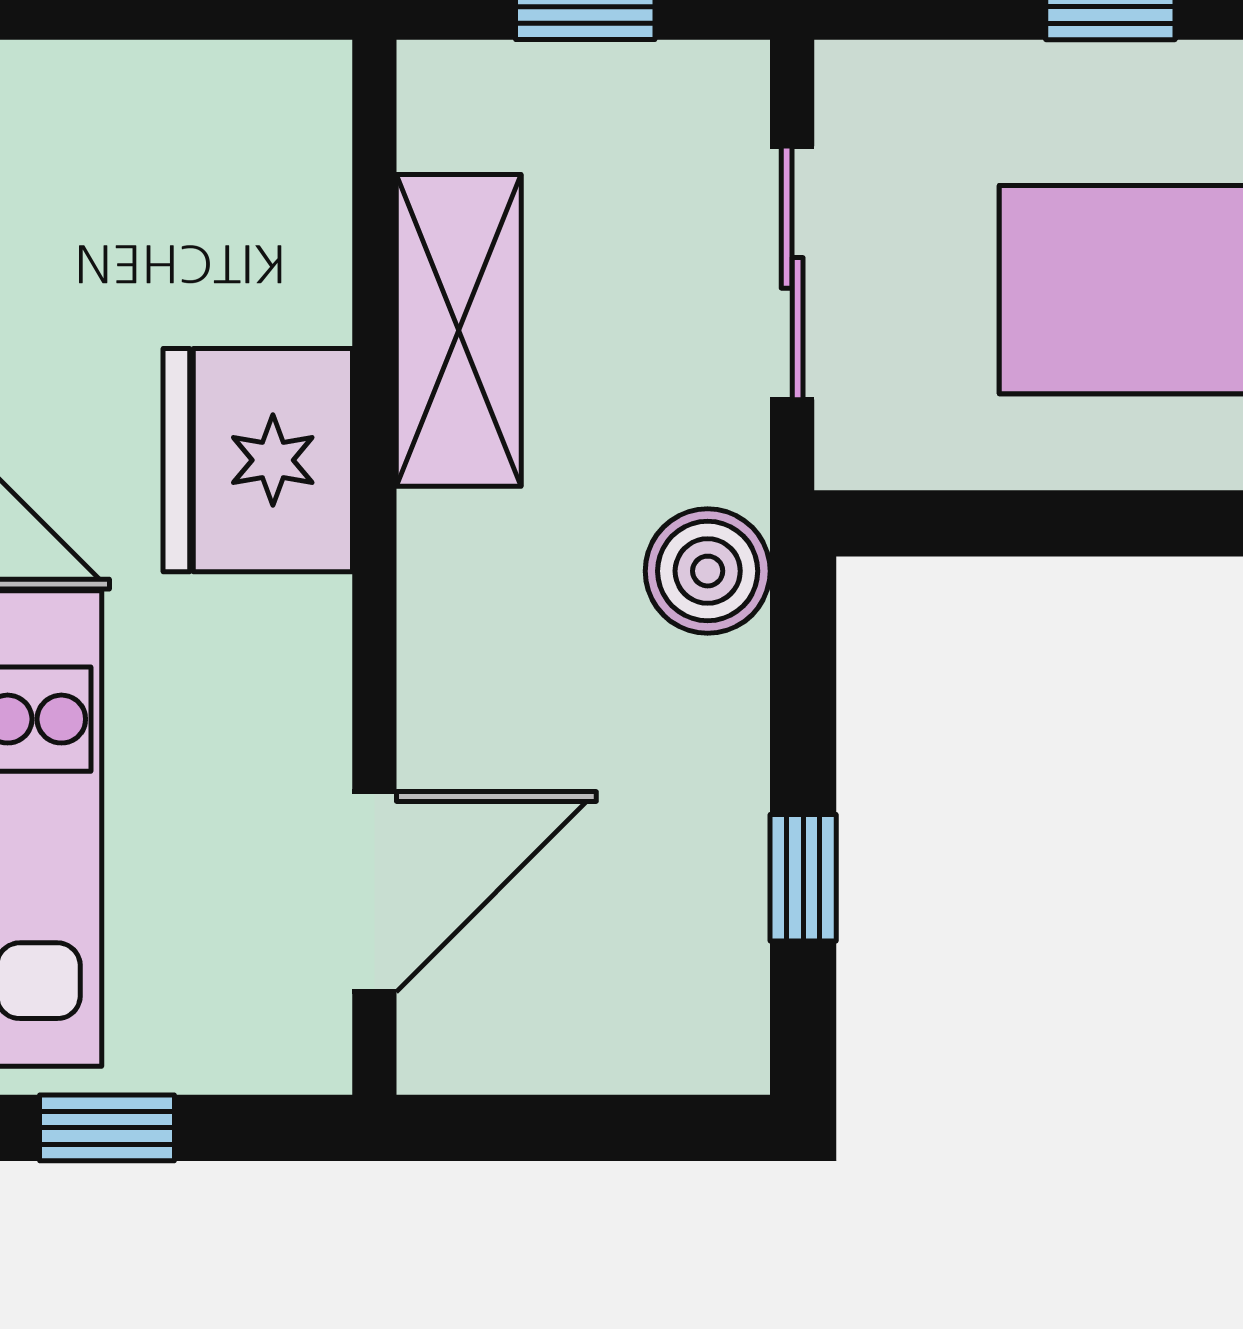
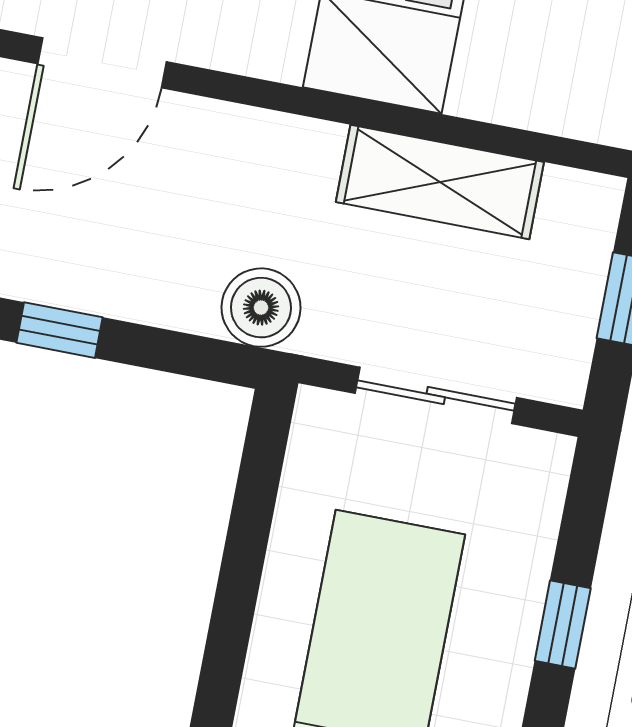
door: (374, 892) -> (102, 63), hinge flipped

